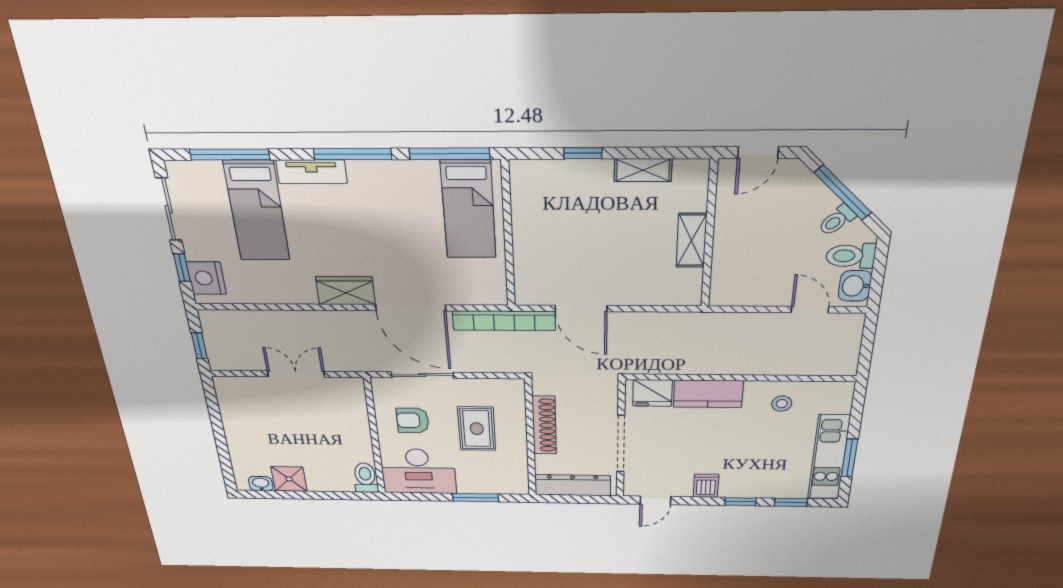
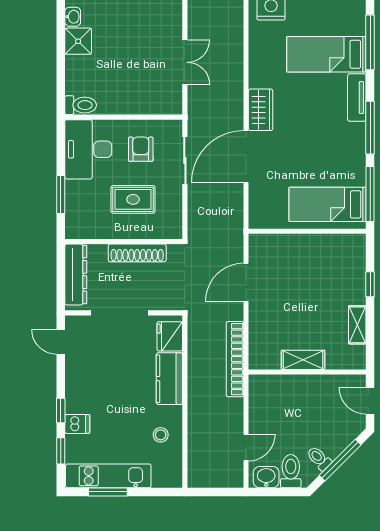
bookcase: (504, 321) -> (235, 359), moved
dishwasher: (706, 486) -> (77, 424), moved

